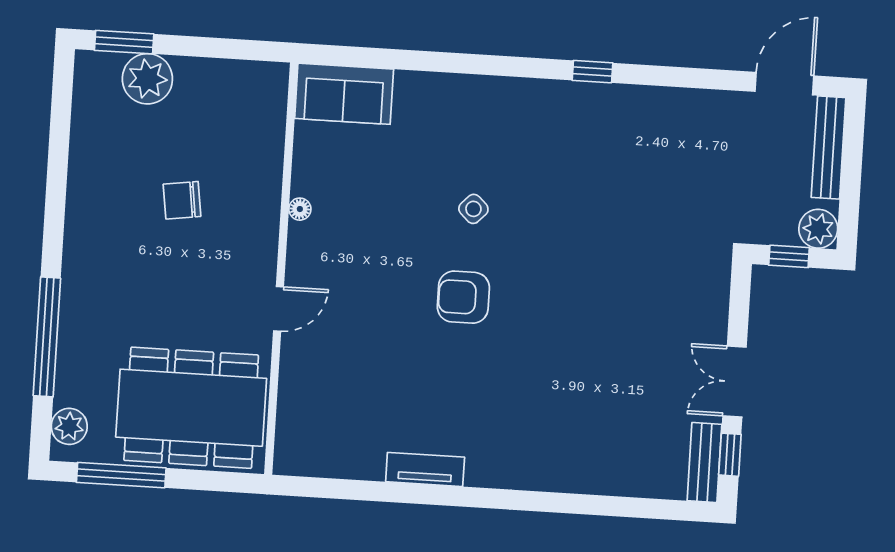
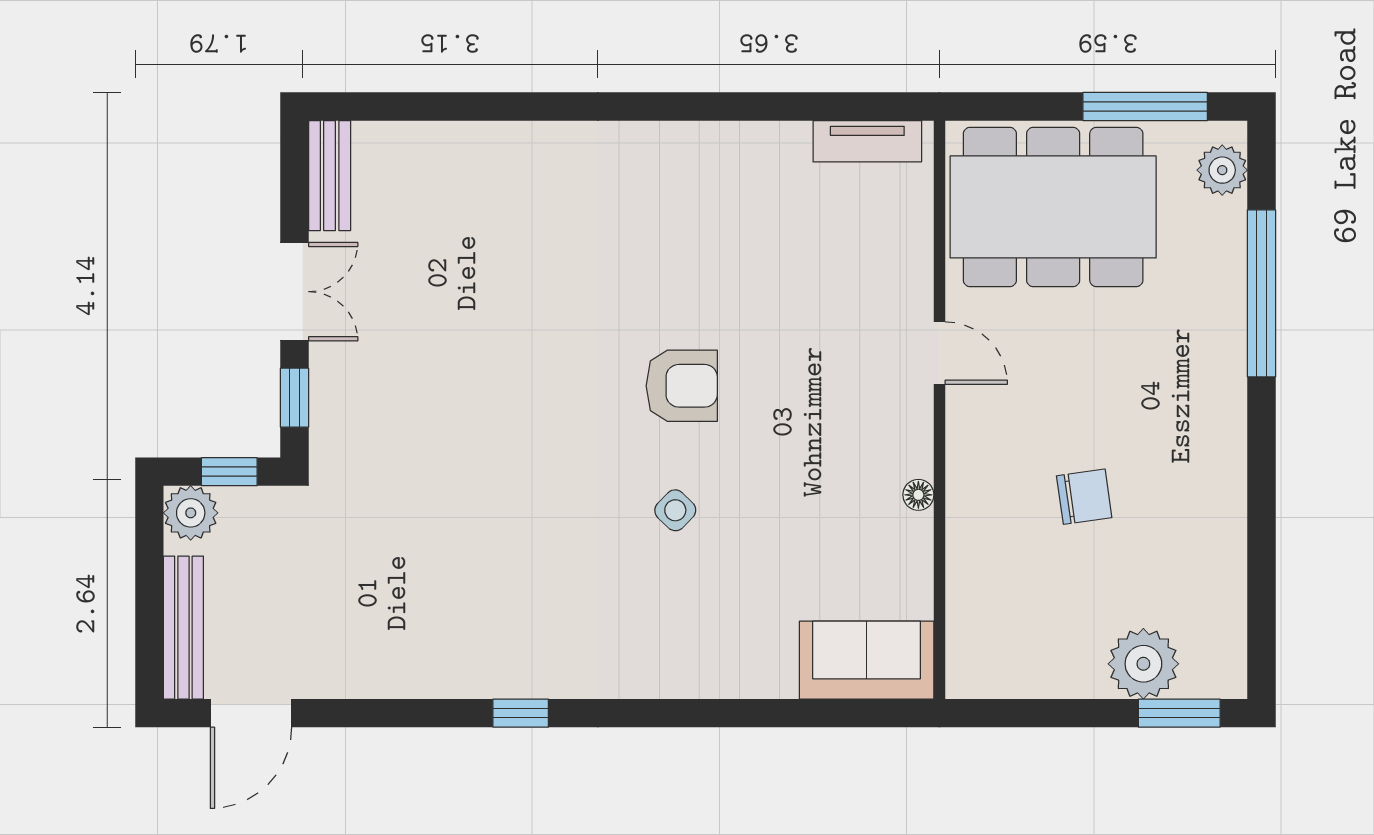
door: (279, 309) -> (939, 353), swing flipped
window: (730, 455) -> (294, 398), moved
tv unit: (425, 469) -> (867, 141), moved

